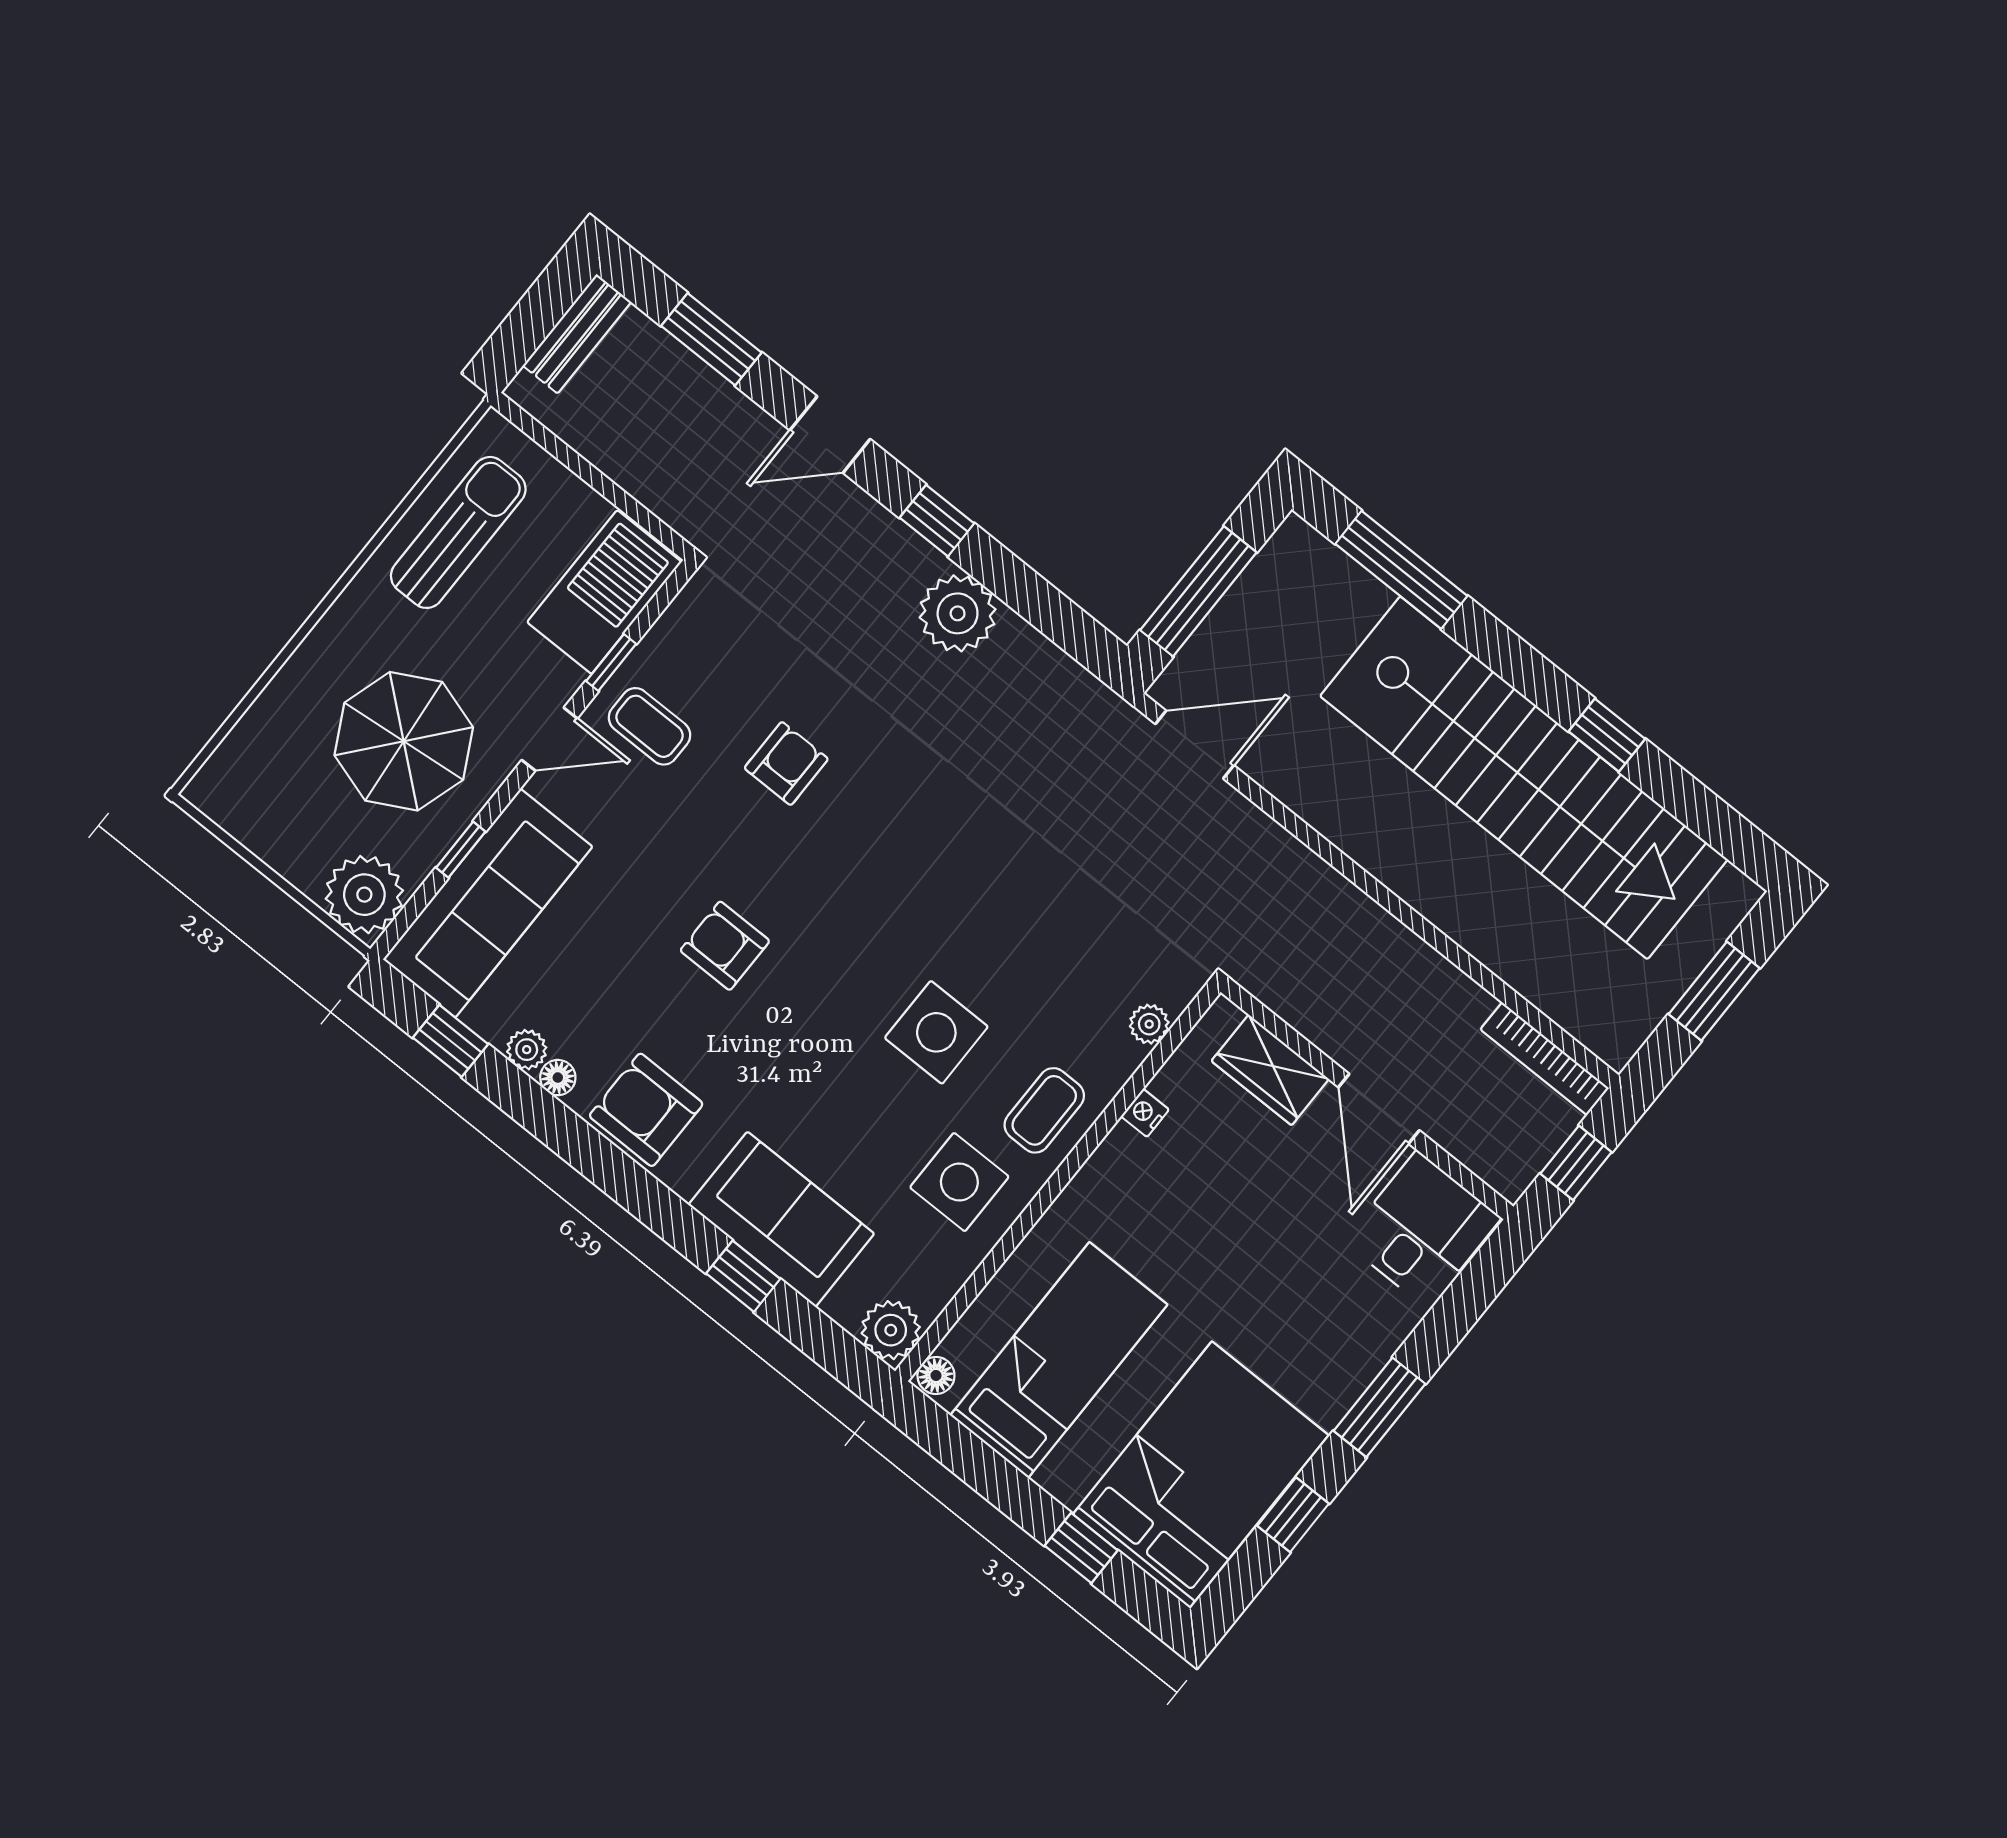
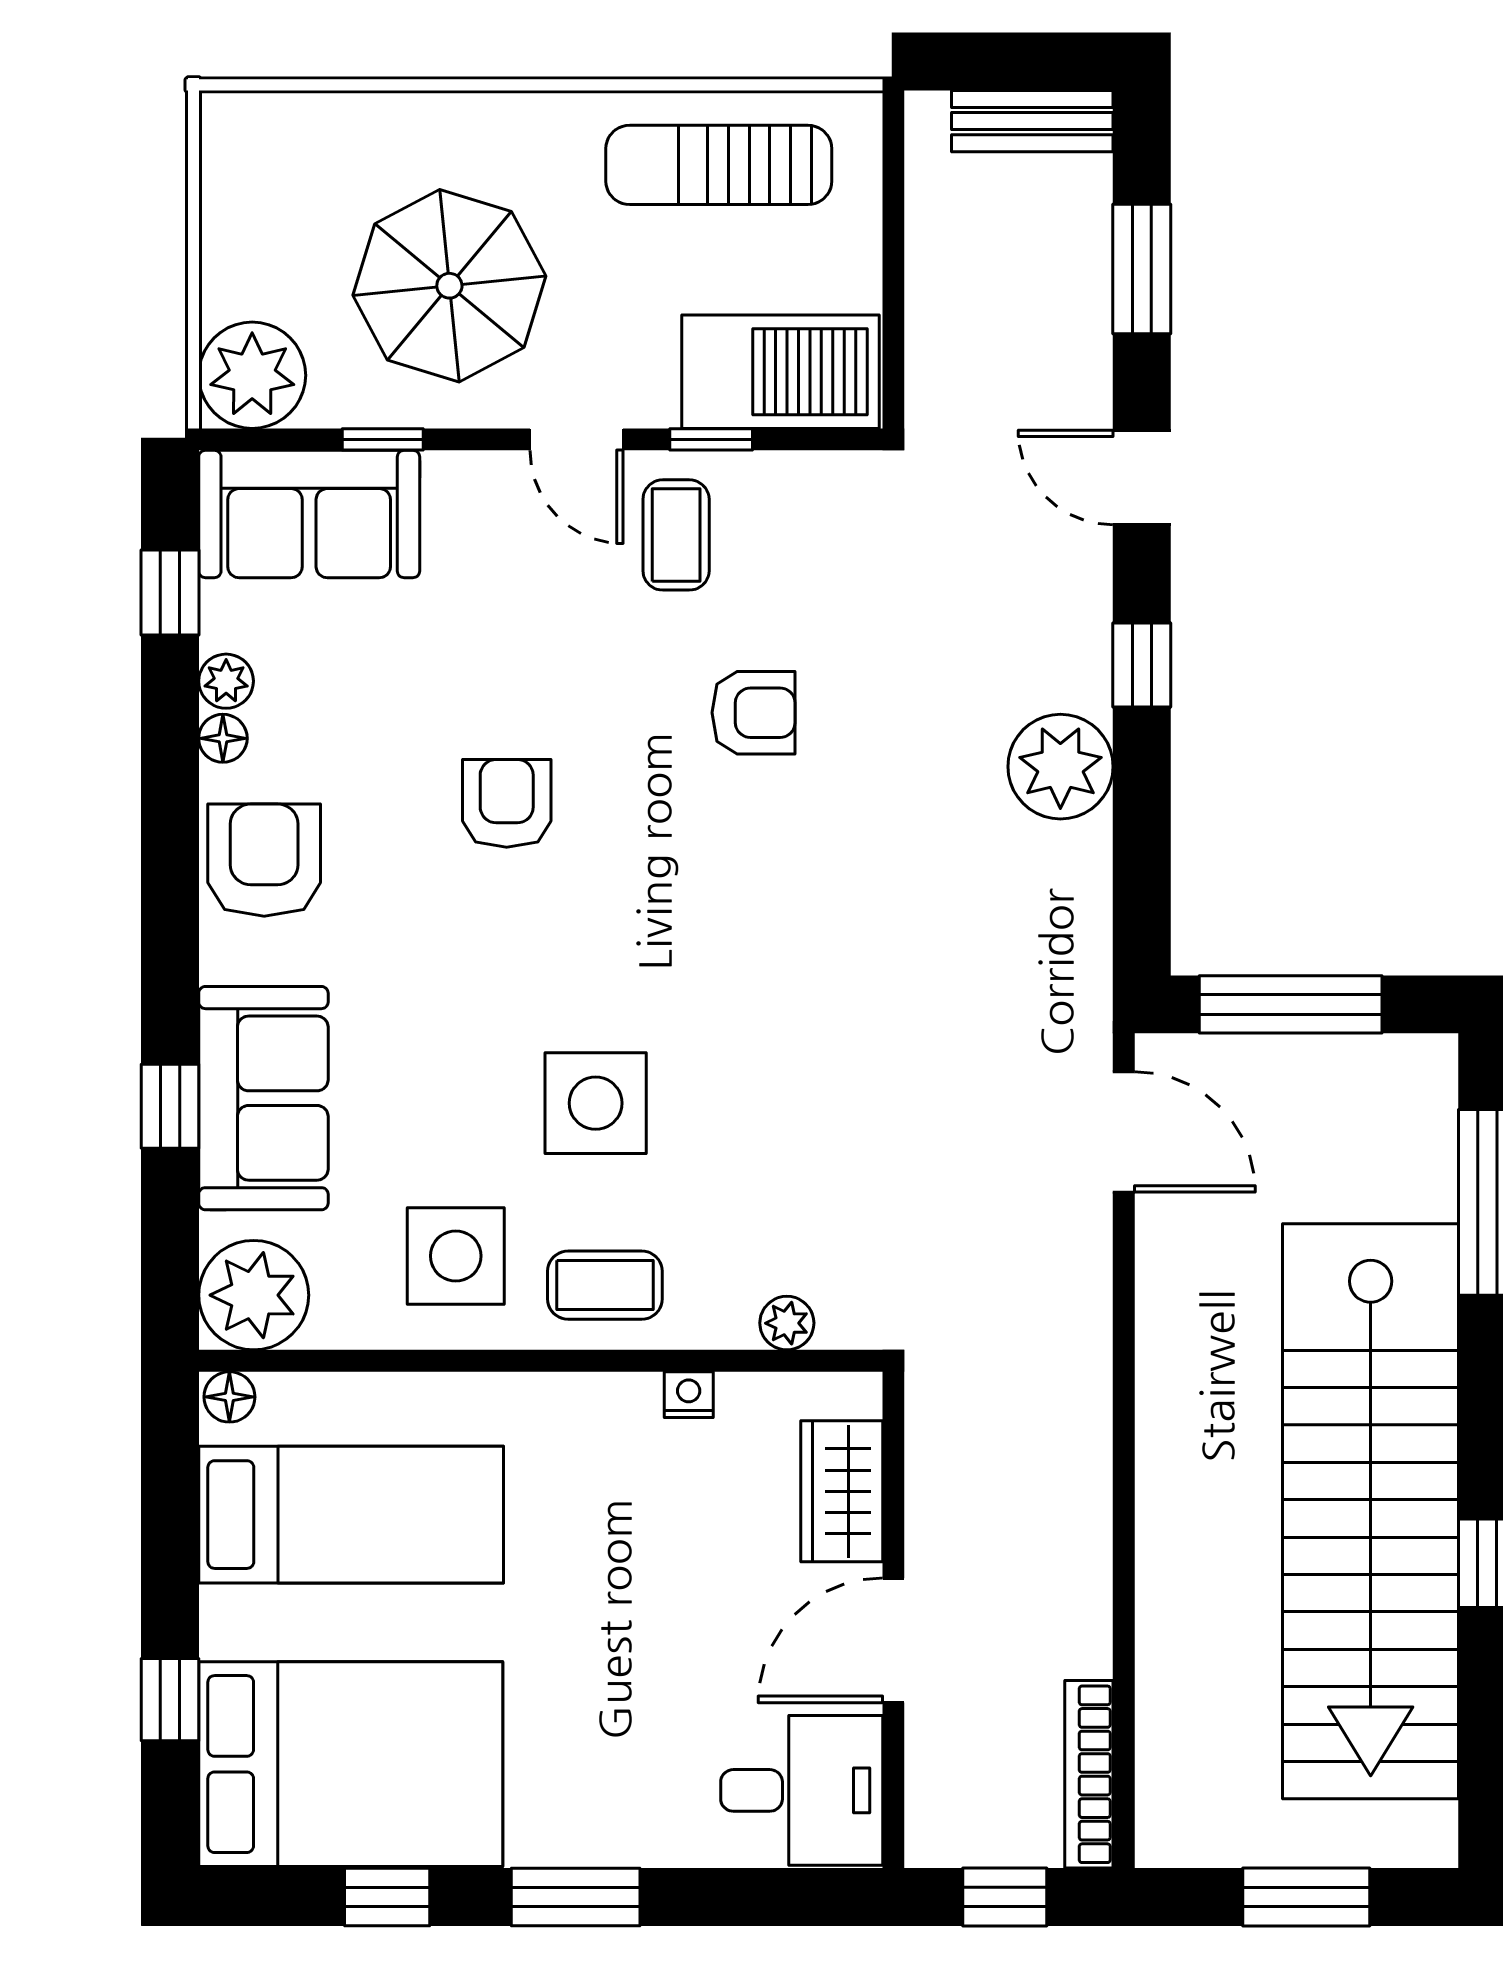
sun lounger: (458, 532) -> (719, 165), turned 180
sofa: (488, 903) -> (309, 514), width x0.73
plant: (891, 1330) -> (254, 1295), width x1.36, depth x1.36

